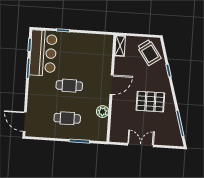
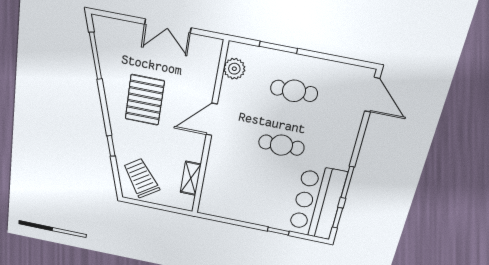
shelving: (120, 46) -> (191, 178), moved
door: (112, 85) -> (212, 119), moved
pallet: (150, 102) -> (145, 100), turned 90
plant: (103, 112) -> (234, 69), moved

